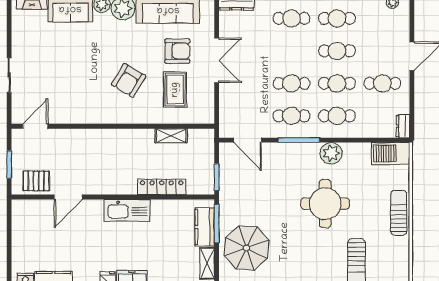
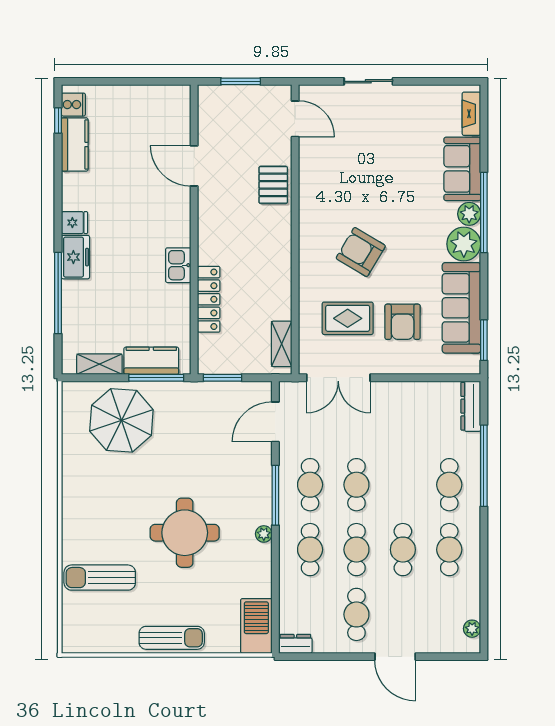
double door: (217, 60) -> (338, 378), moved
shelving: (171, 136) -> (282, 344), moved
plant: (331, 153) -> (264, 534), width x0.53, depth x0.53
pallet: (36, 181) -> (273, 185), moved
kitchen sink: (127, 210) -> (178, 265), width x0.53, depth x0.81

